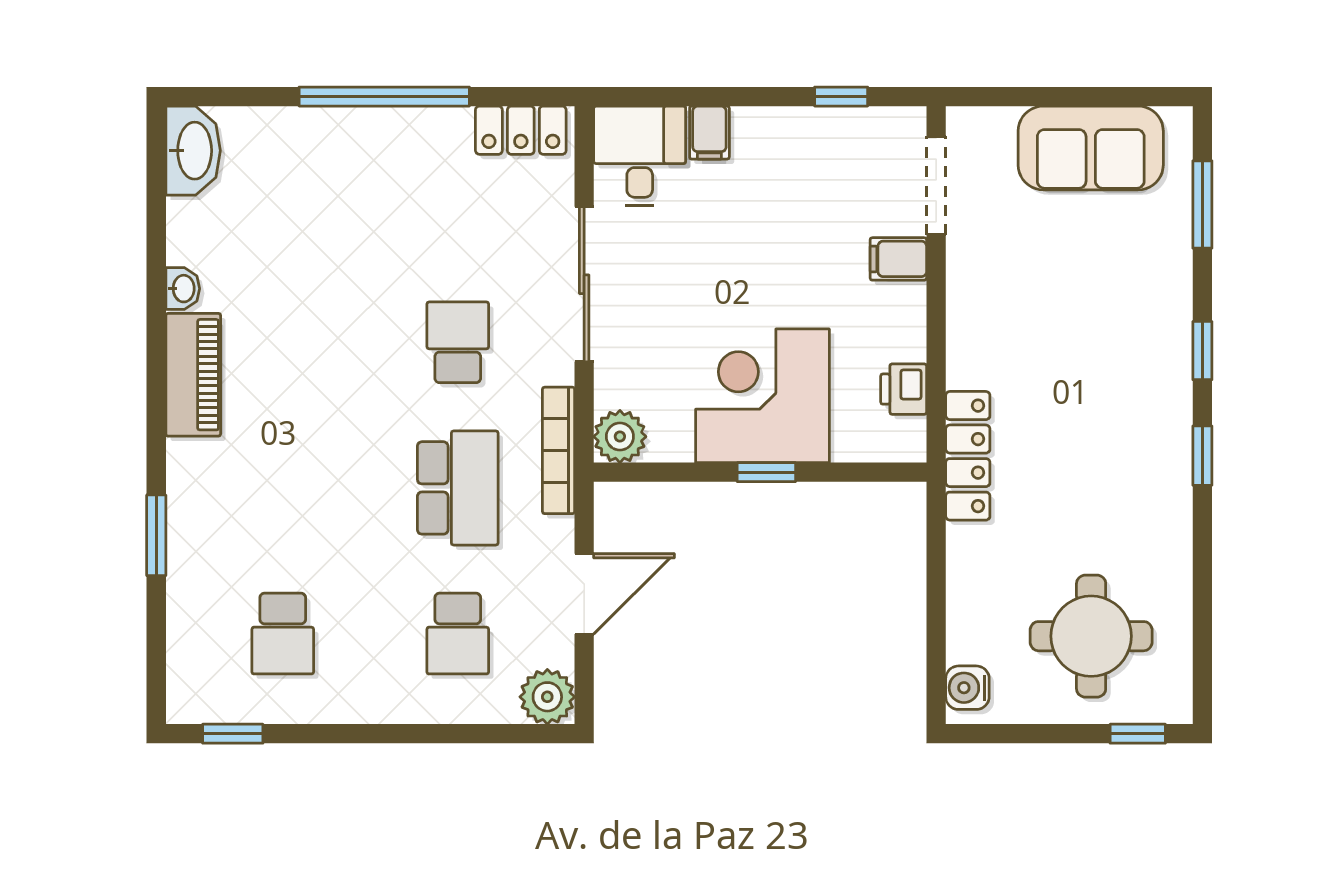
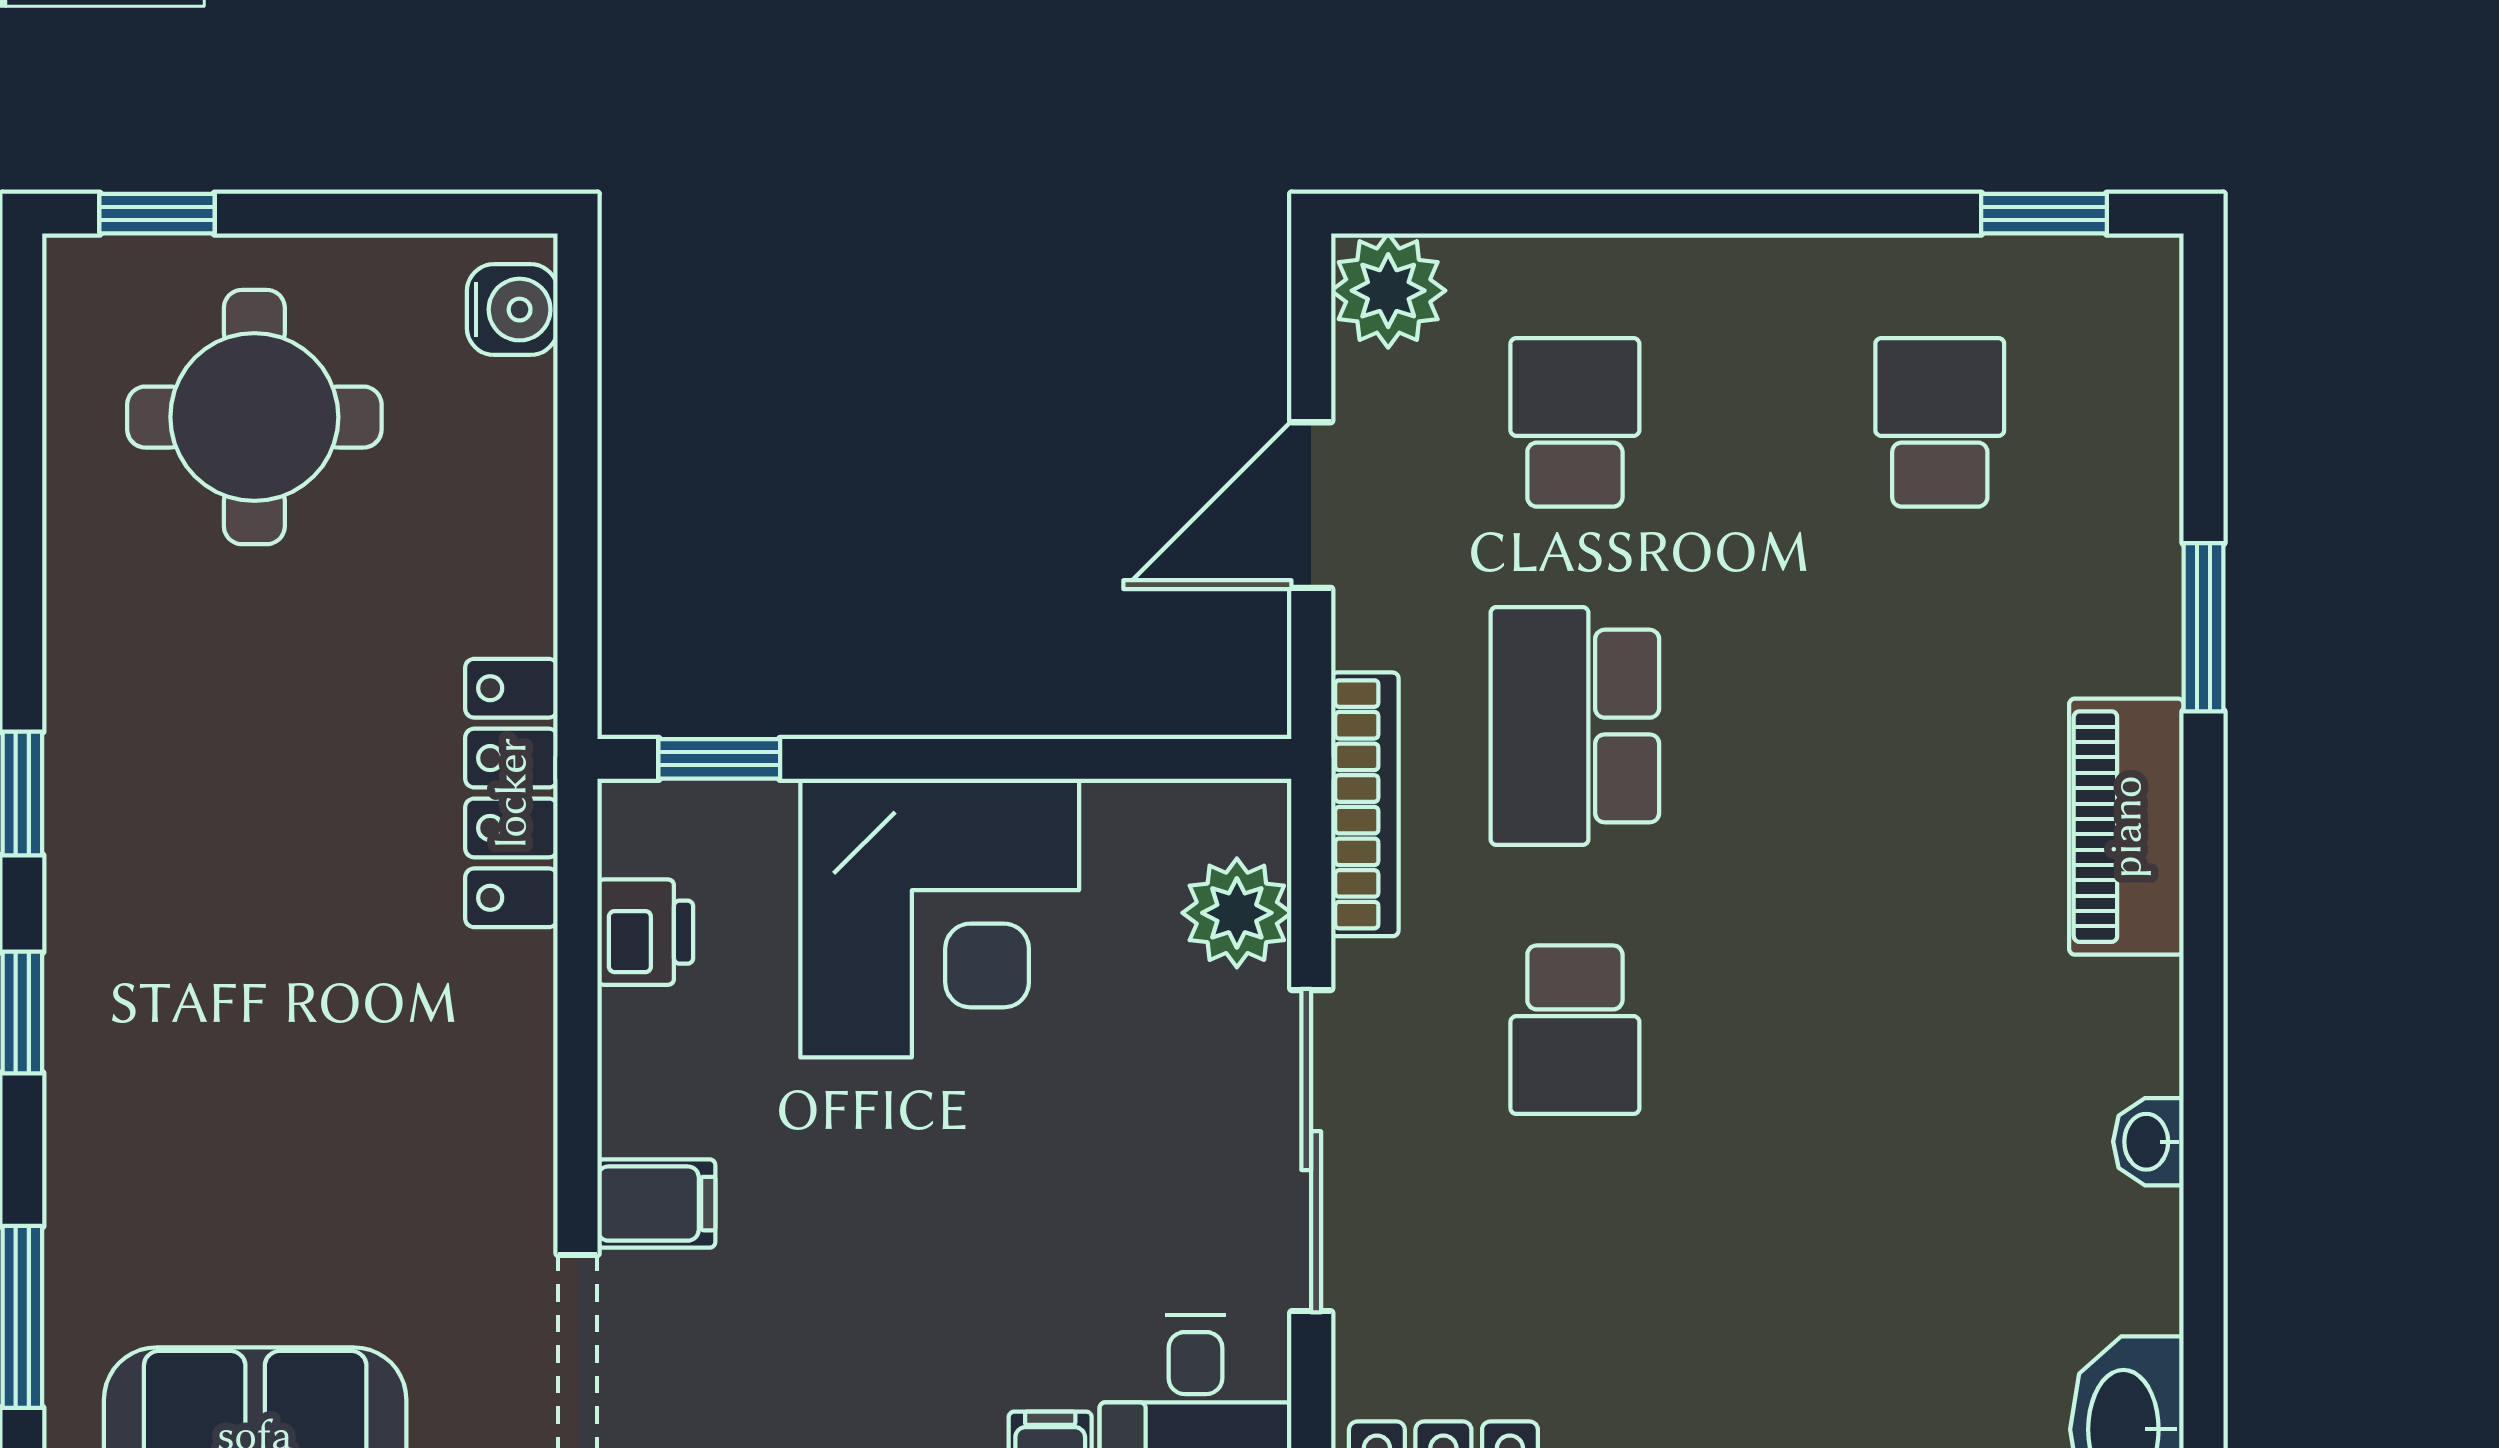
piano: (193, 375) -> (2126, 827), moved
plant: (620, 437) -> (1237, 913), moved
window: (766, 472) -> (719, 759), moved

